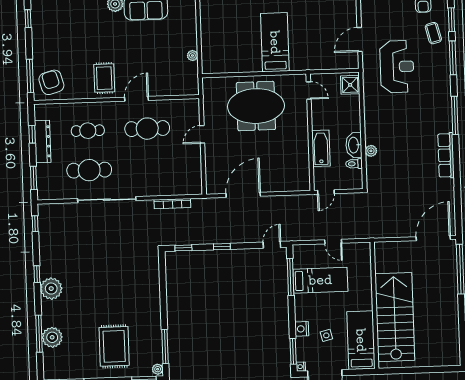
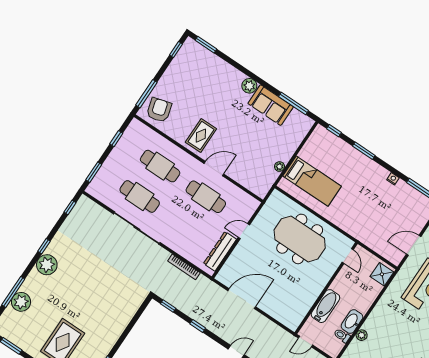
bed: (275, 42) -> (312, 181), moved, turned 90
cafe table: (88, 131) -> (160, 166), width x1.37, depth x1.35
dresser: (43, 142) -> (220, 251), moved, turned 180

